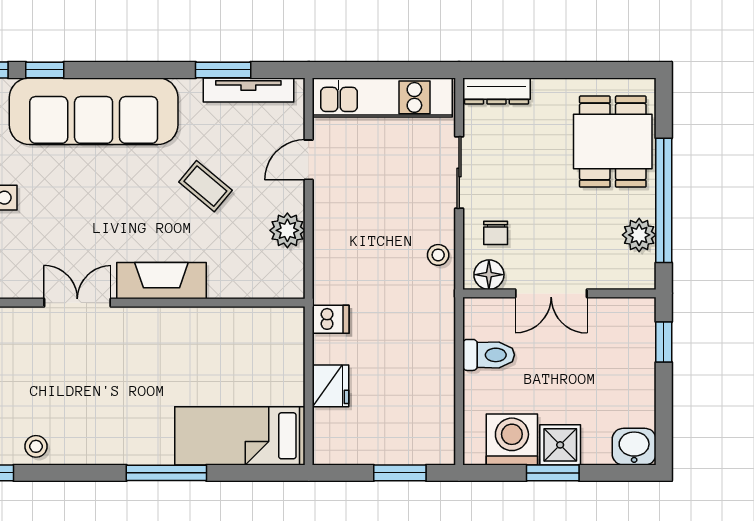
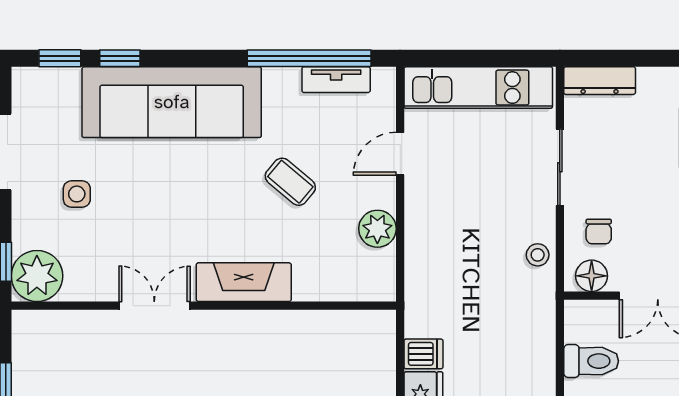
window: (223, 70) -> (309, 58), width x2.11
tv unit: (248, 90) -> (336, 80), width x0.71
dishwasher: (331, 319) -> (423, 354), moved

